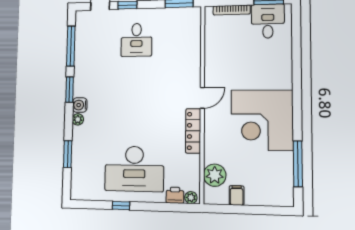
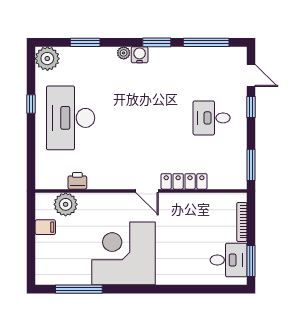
locker: (193, 131) -> (184, 181), moved
printer: (175, 195) -> (77, 181), moved, turned -90
plant: (191, 198) -> (47, 59), moved, width x1.88, depth x1.88

